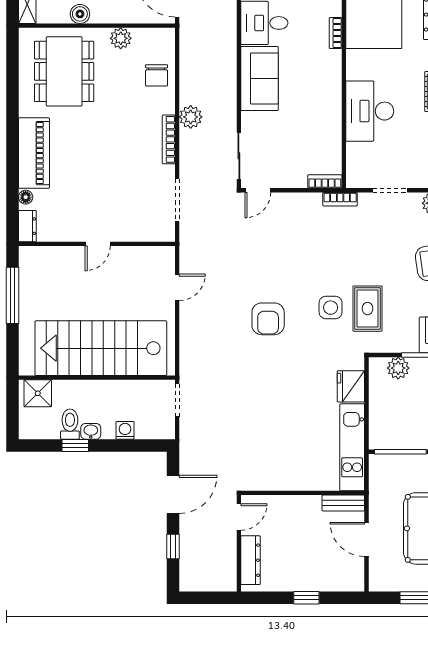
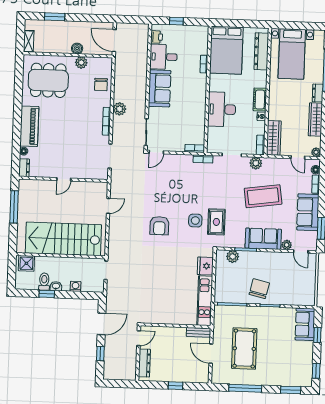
boiler: (80, 14) -> (77, 49), moved
dining table: (64, 71) -> (48, 80), turned 90

